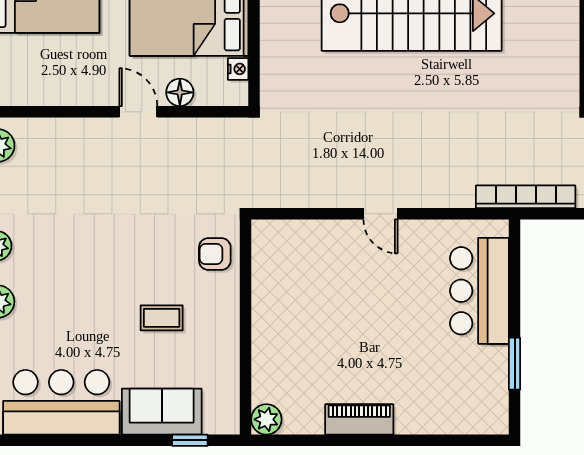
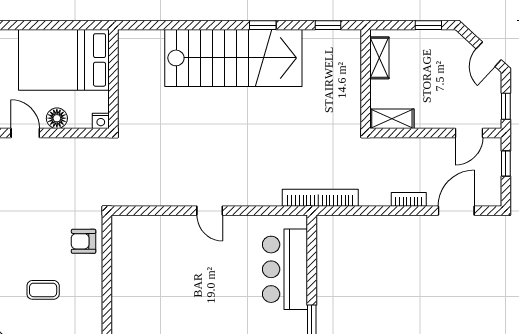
nightstand: (238, 69) -> (101, 121), moved, turned 90

